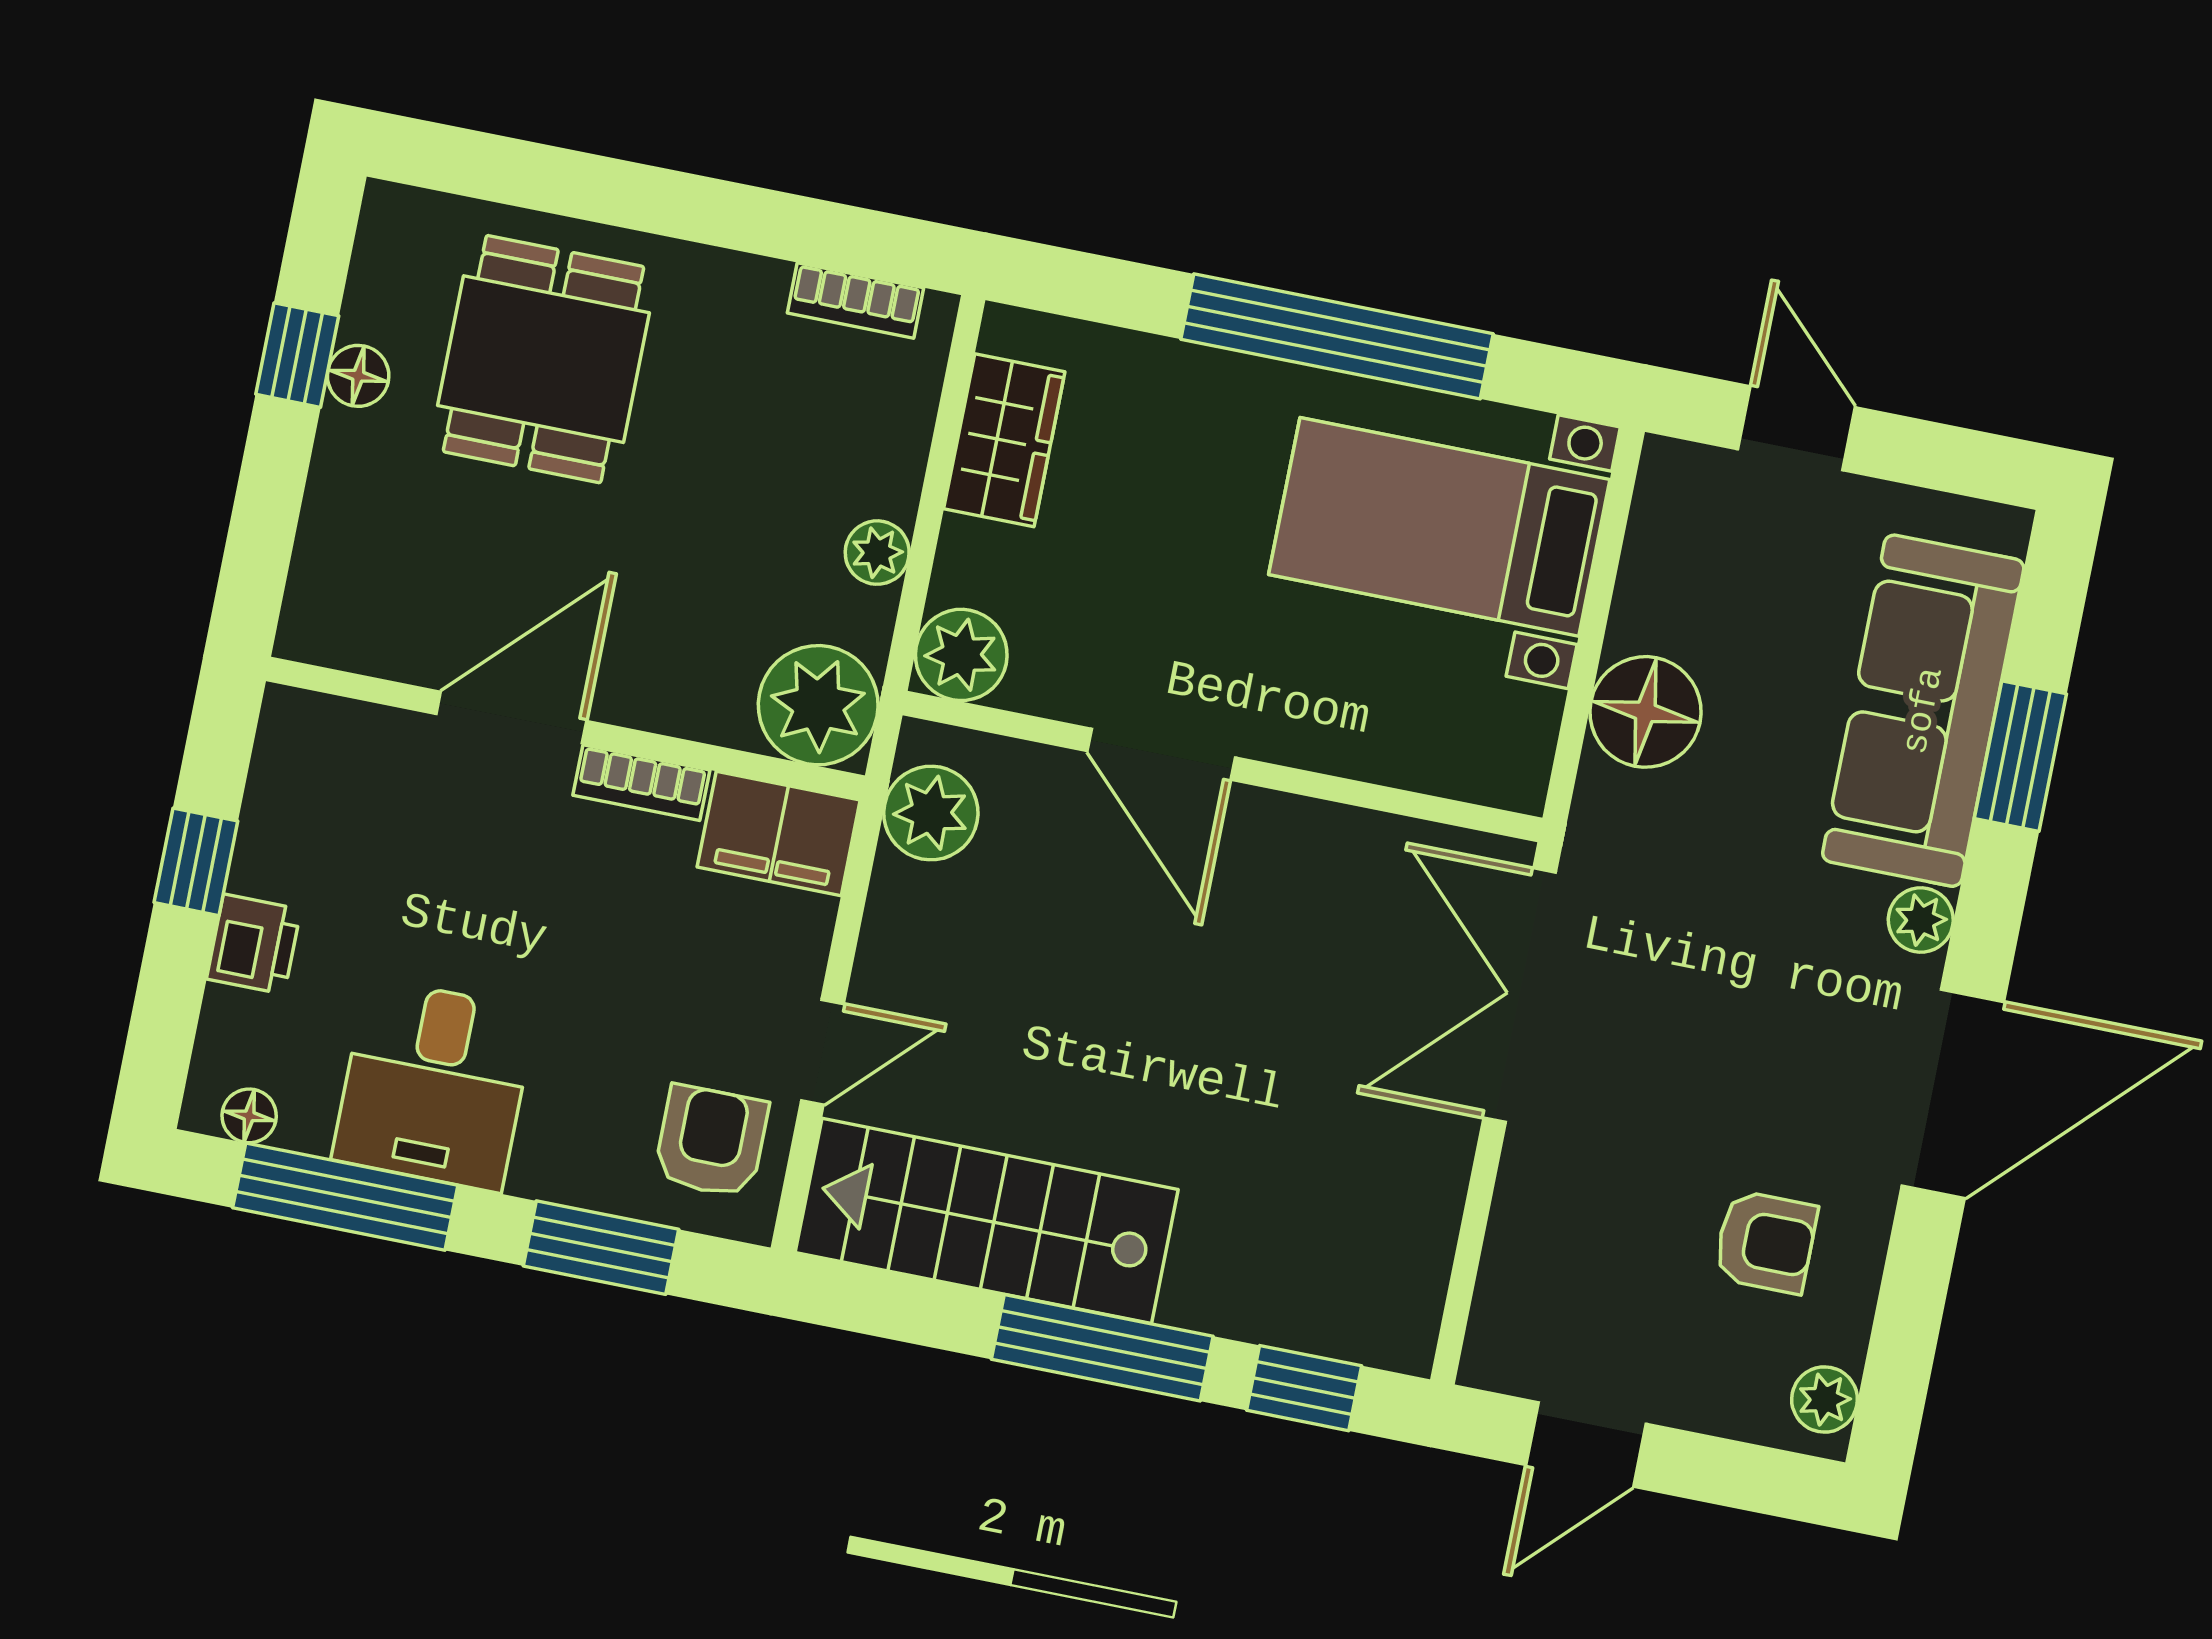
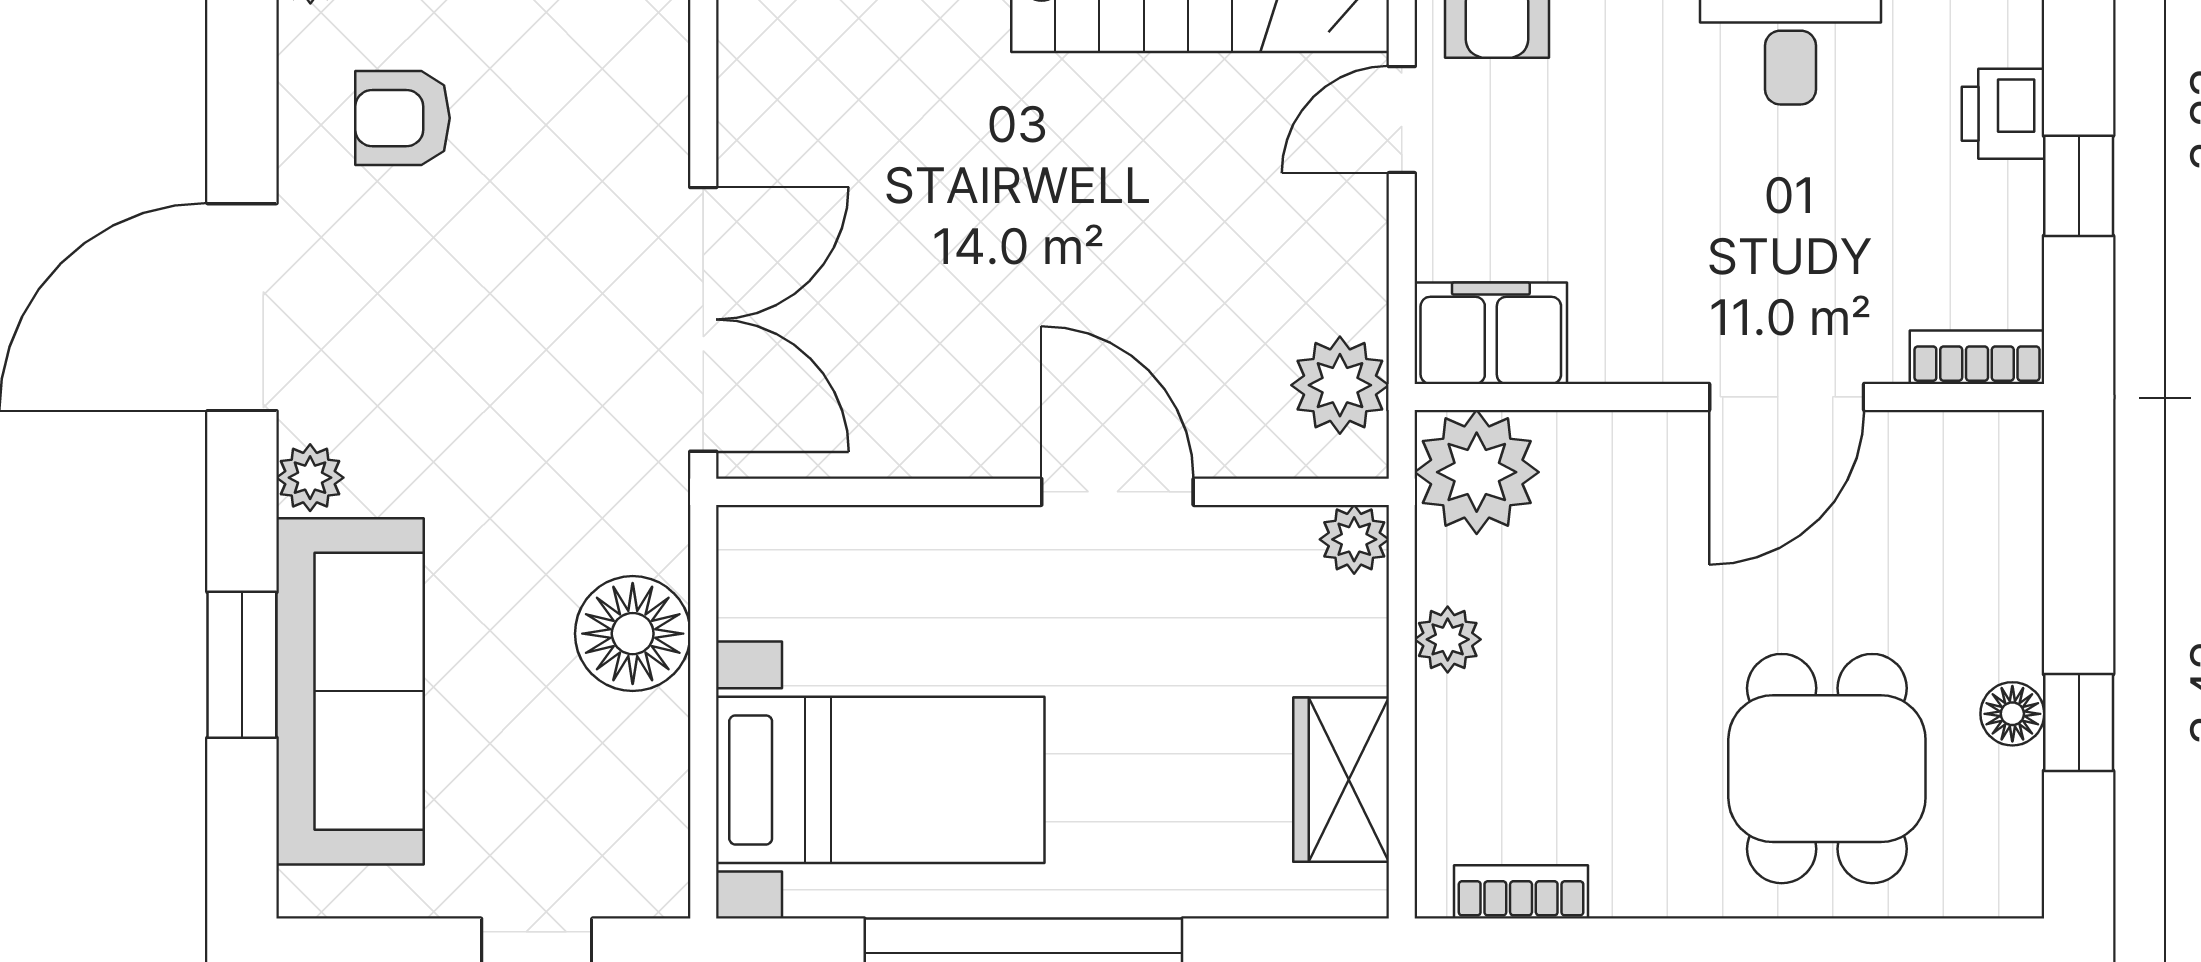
plant: (961, 655) -> (1354, 539), width x0.73, depth x0.73
bookcase: (641, 783) -> (1977, 357), moved

